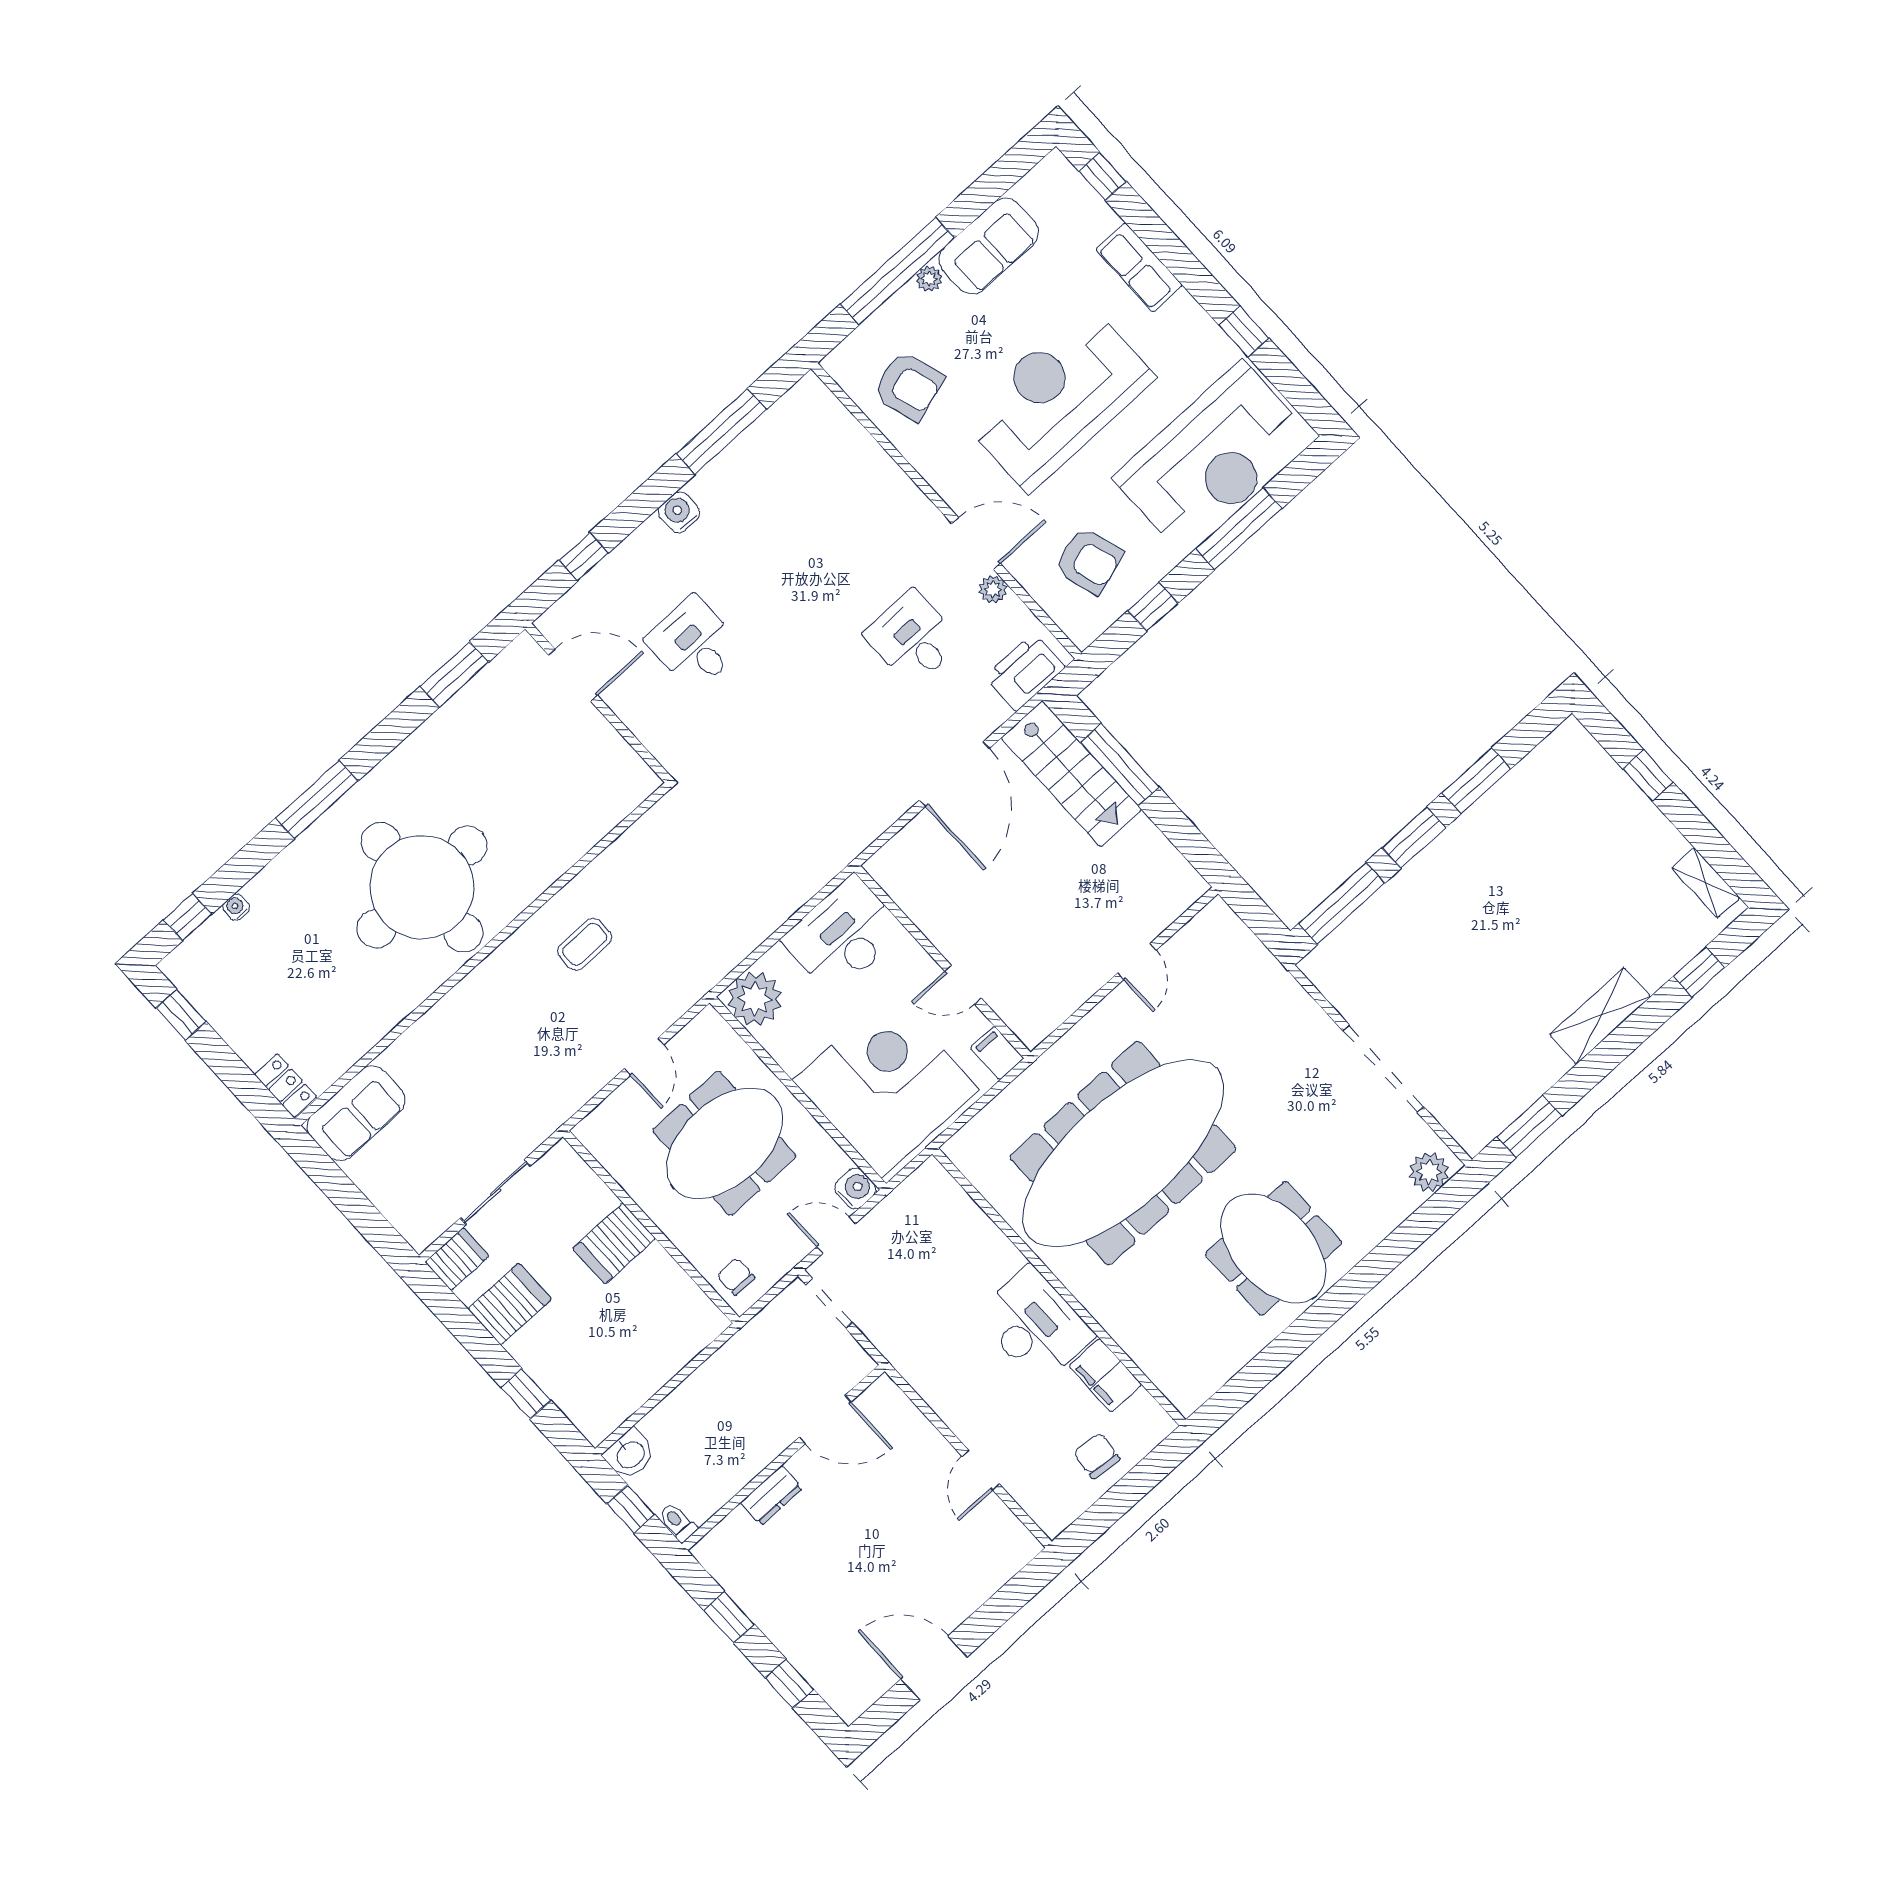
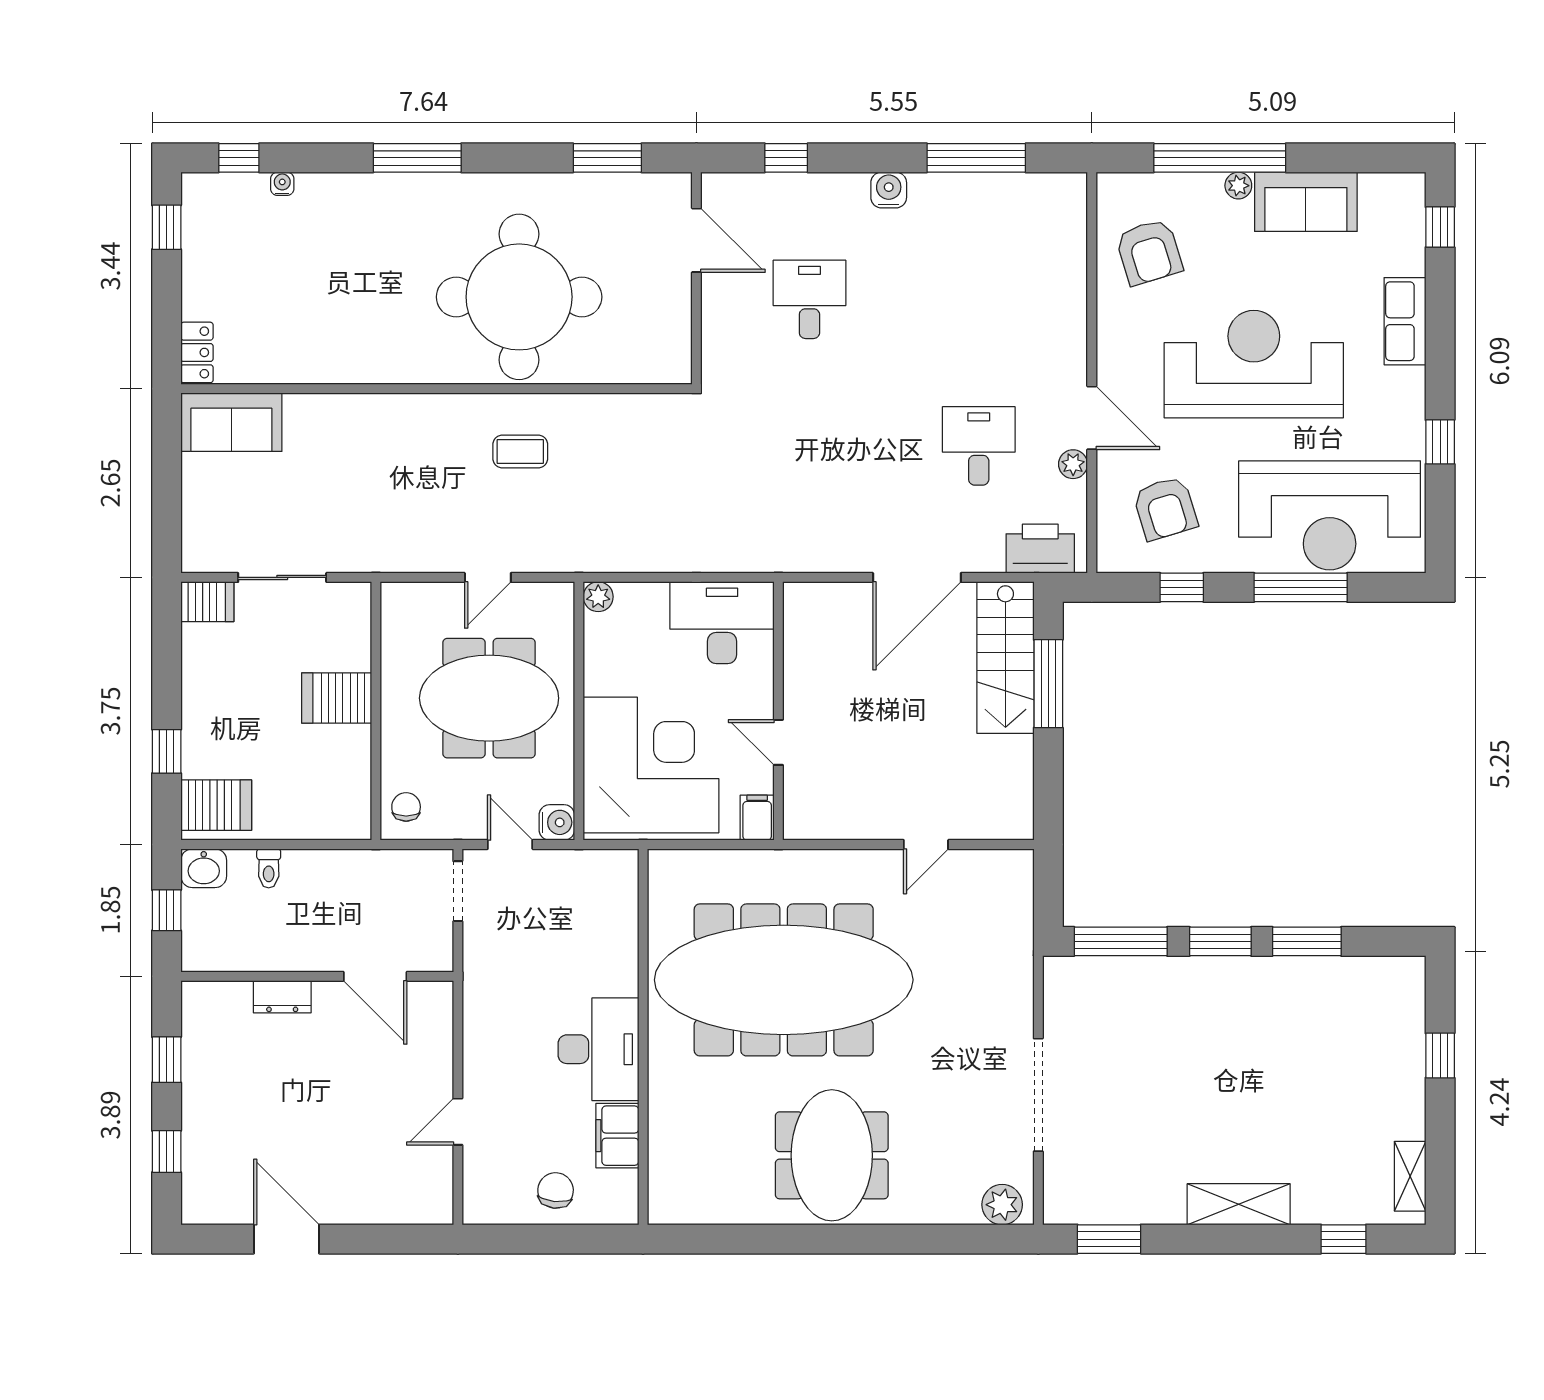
round table: (422, 887) -> (519, 297), moved
plant: (755, 999) -> (598, 597), width x0.53, depth x0.53
server rack: (510, 1304) -> (216, 805), moved
toilet: (677, 1522) -> (269, 868), moved, turned 180

